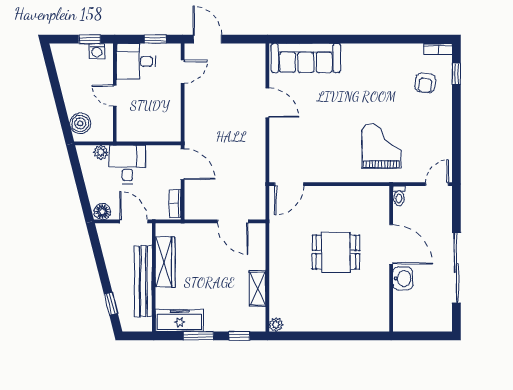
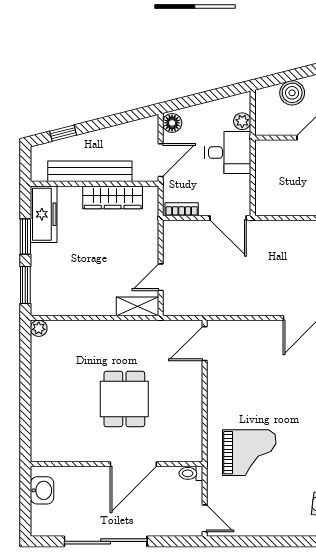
boiler: (80, 123) -> (292, 93), moved
door: (183, 164) -> (228, 218), hinge flipped
door: (289, 184) -> (205, 344), hinge flipped
door: (233, 221) -> (161, 277), width x0.73
washbasin: (403, 278) -> (42, 490), moved, turned -90
shelving: (258, 288) -> (137, 306), moved
window: (239, 336) -> (25, 285), width x1.50

